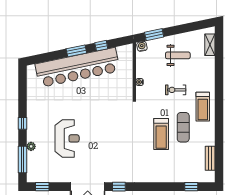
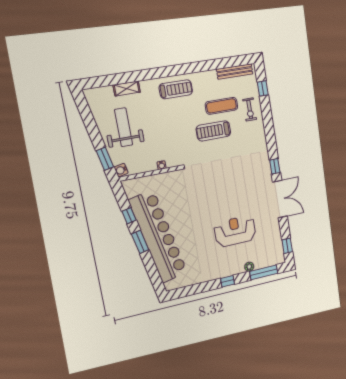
shelving: (210, 45) -> (127, 89), moved
weight bench: (178, 55) -> (124, 127), width x1.36, depth x1.33
exercise bike: (176, 90) -> (250, 109), moved
exercise mat: (183, 127) -> (221, 106), moved
treadmill: (161, 134) -> (213, 131), turned 180
bench: (210, 158) -> (235, 72), width x1.36

